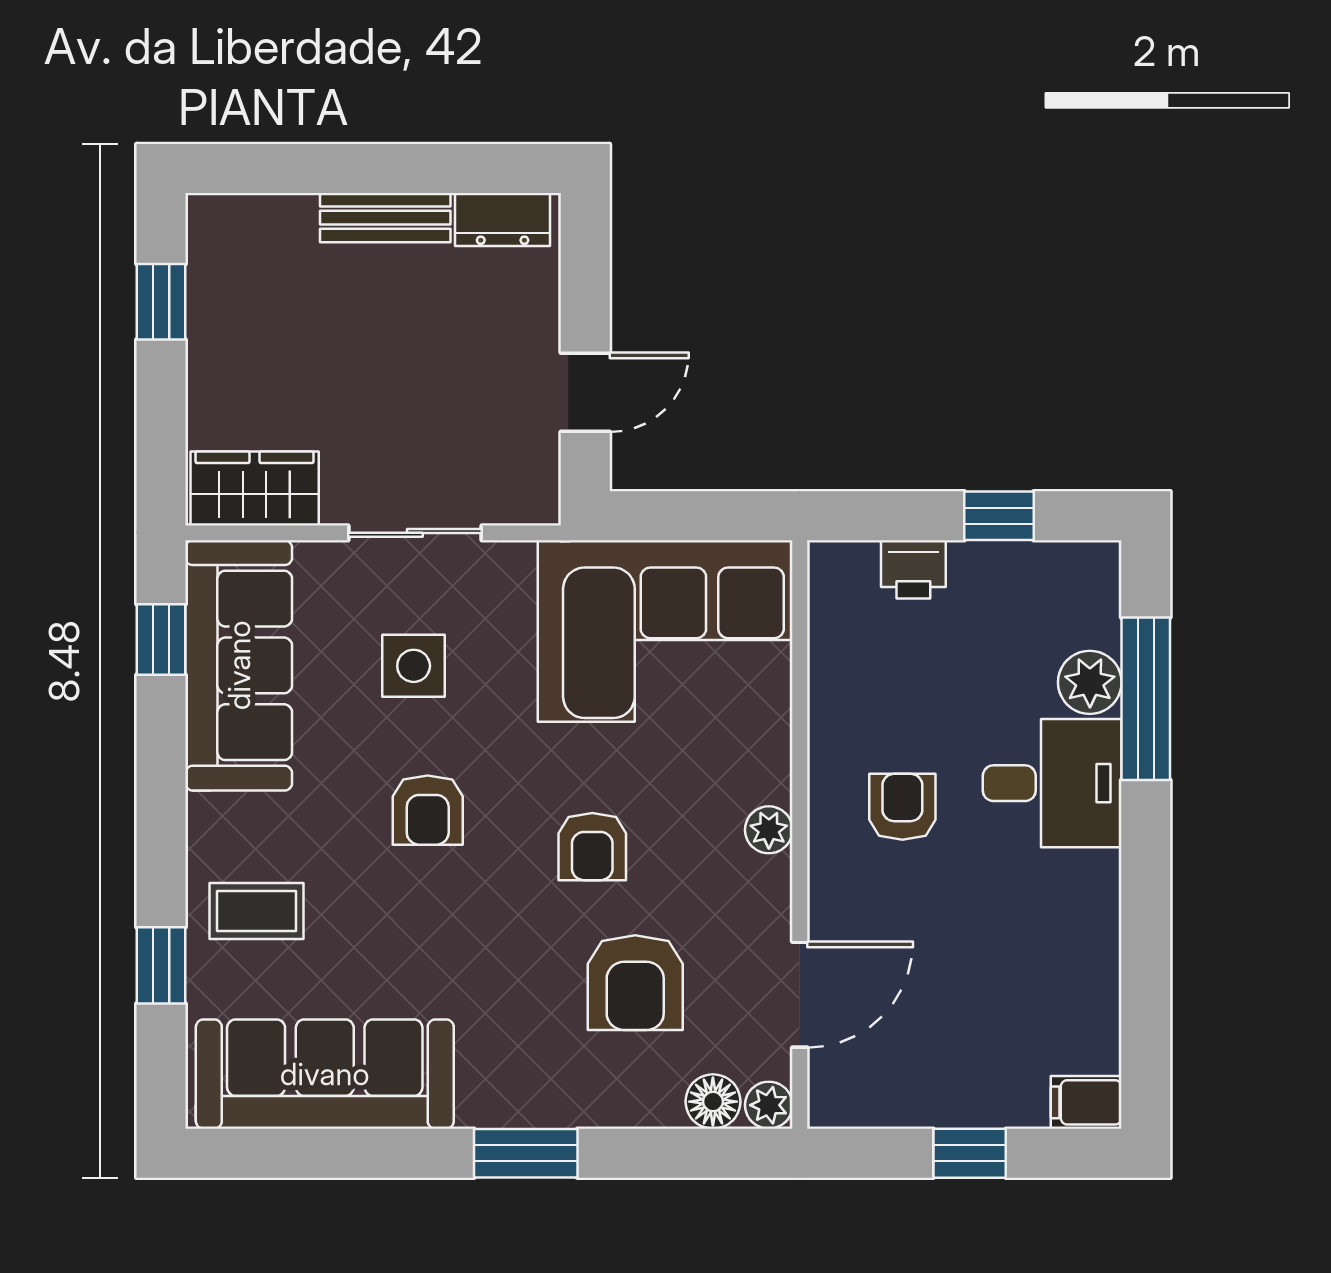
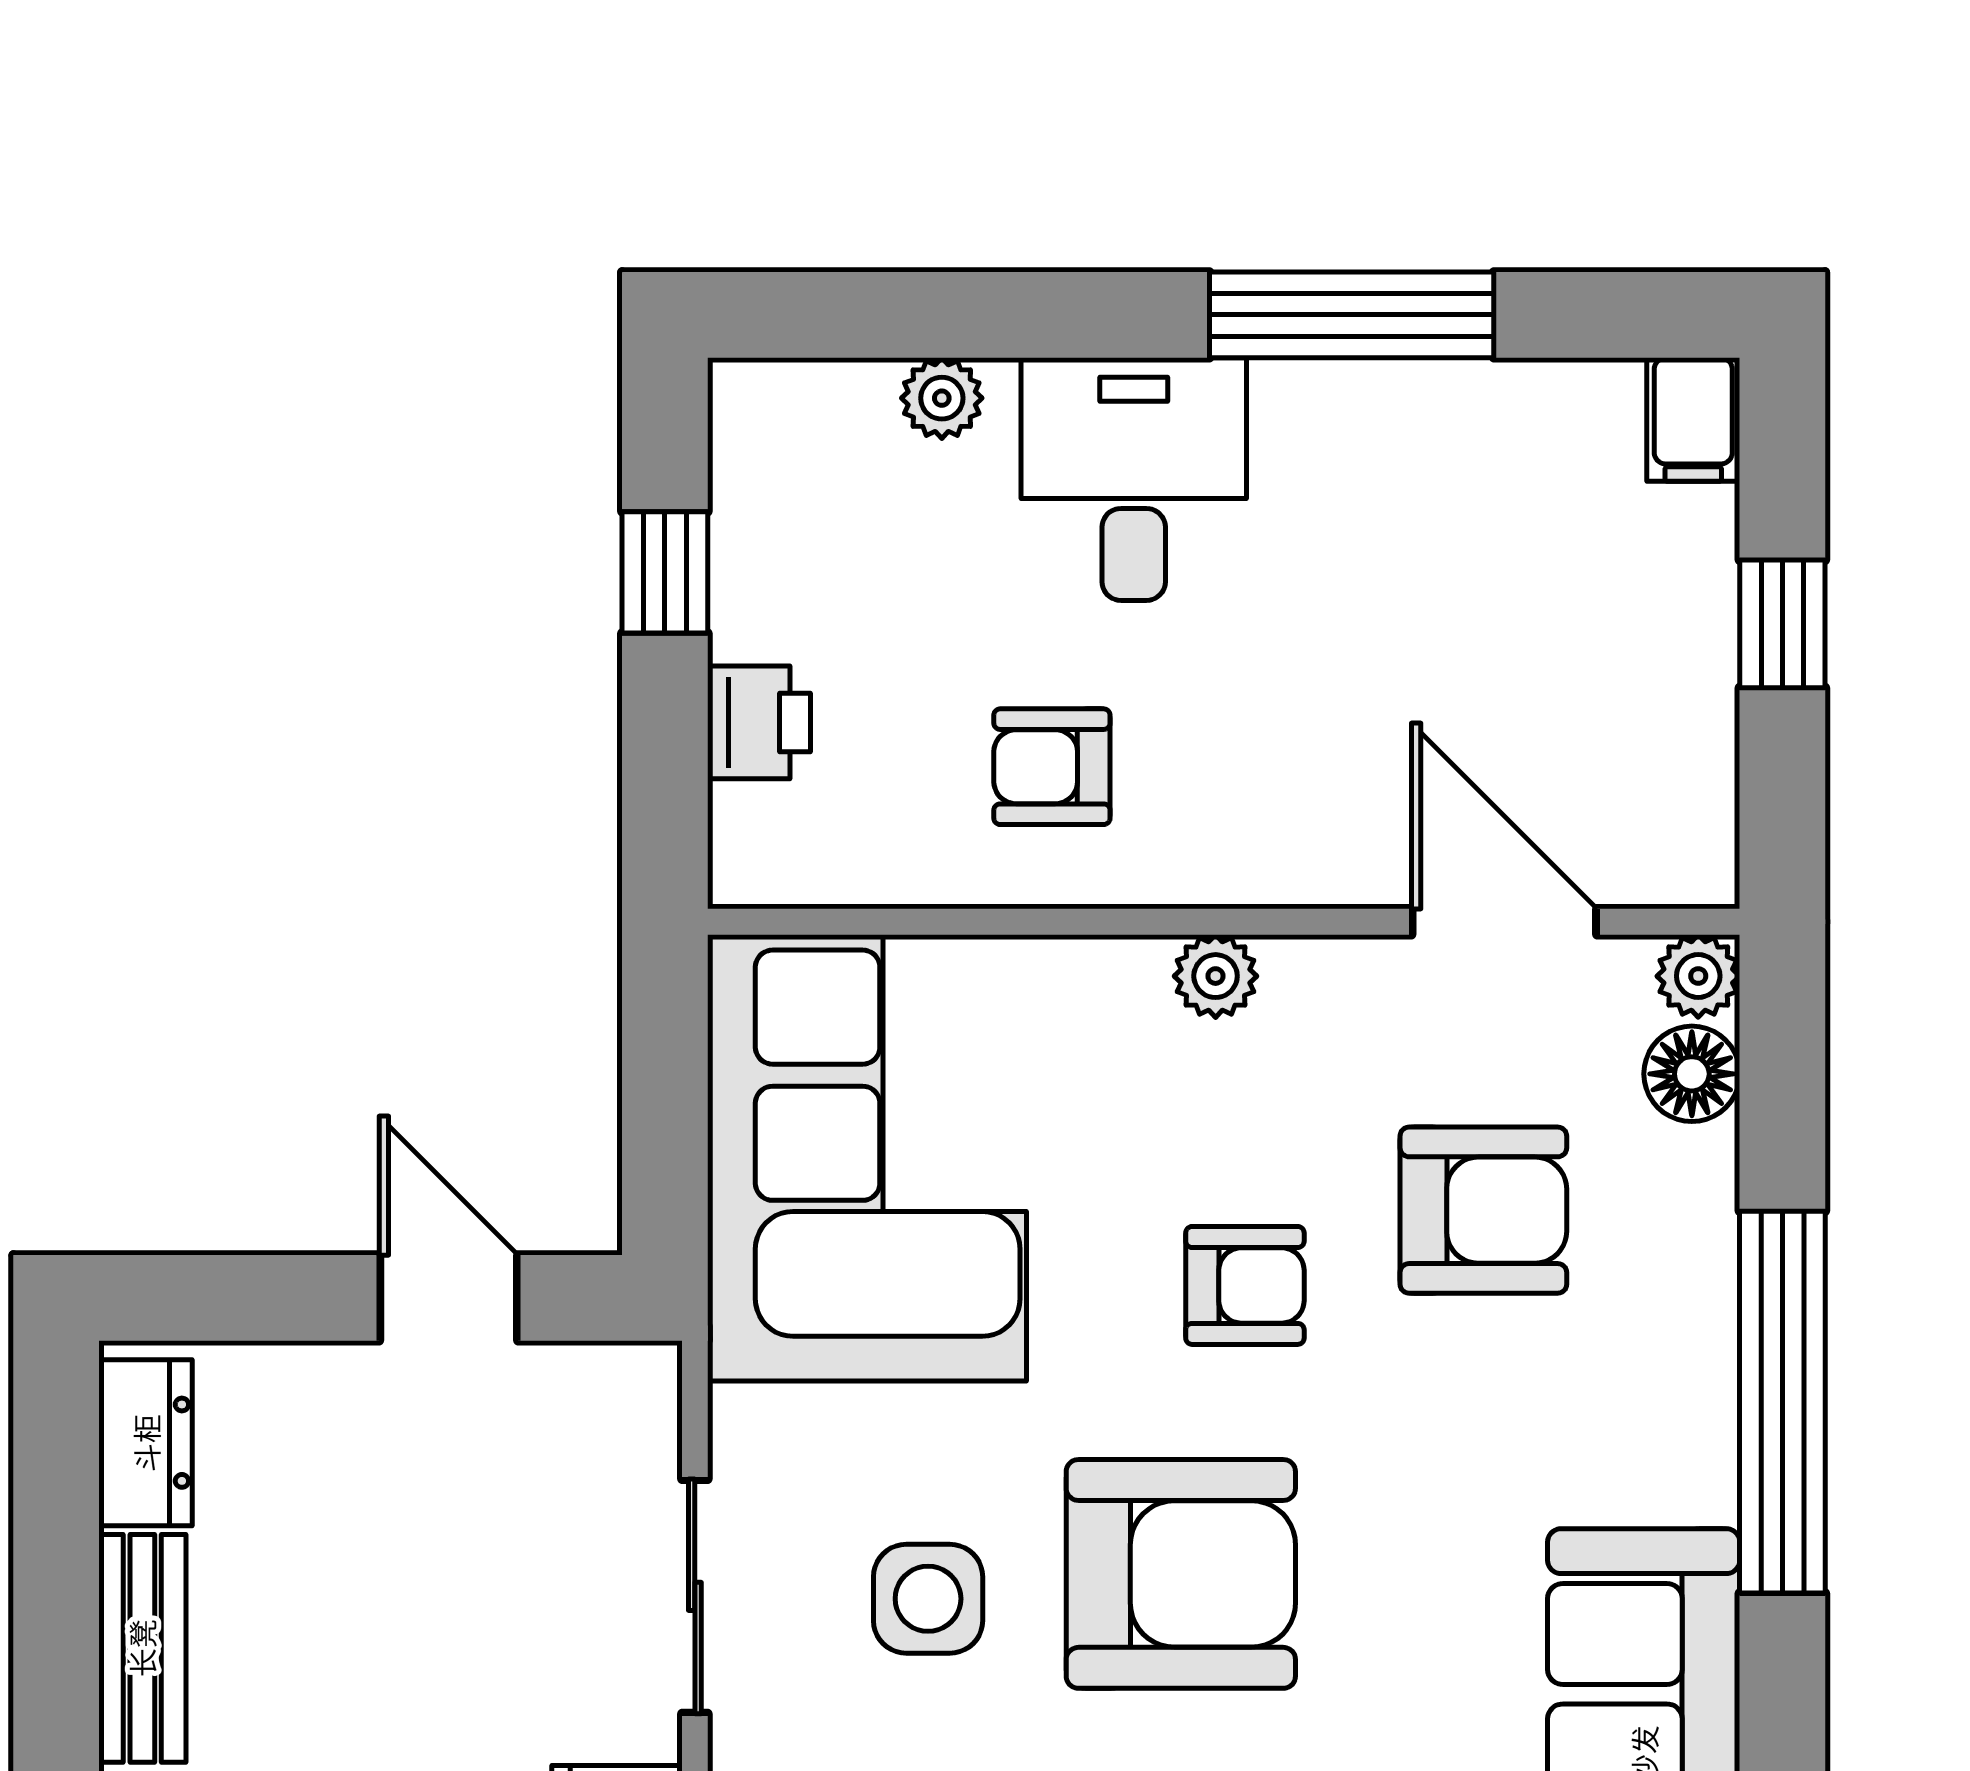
plant: (1090, 682) -> (942, 398), width x0.73, depth x0.73
window: (1146, 699) -> (1352, 315), moved
armchair: (902, 807) -> (1052, 767), moved
armchair: (428, 810) -> (1181, 1574), width x1.88, depth x1.88
window: (526, 1153) -> (1782, 1402), width x2.11

